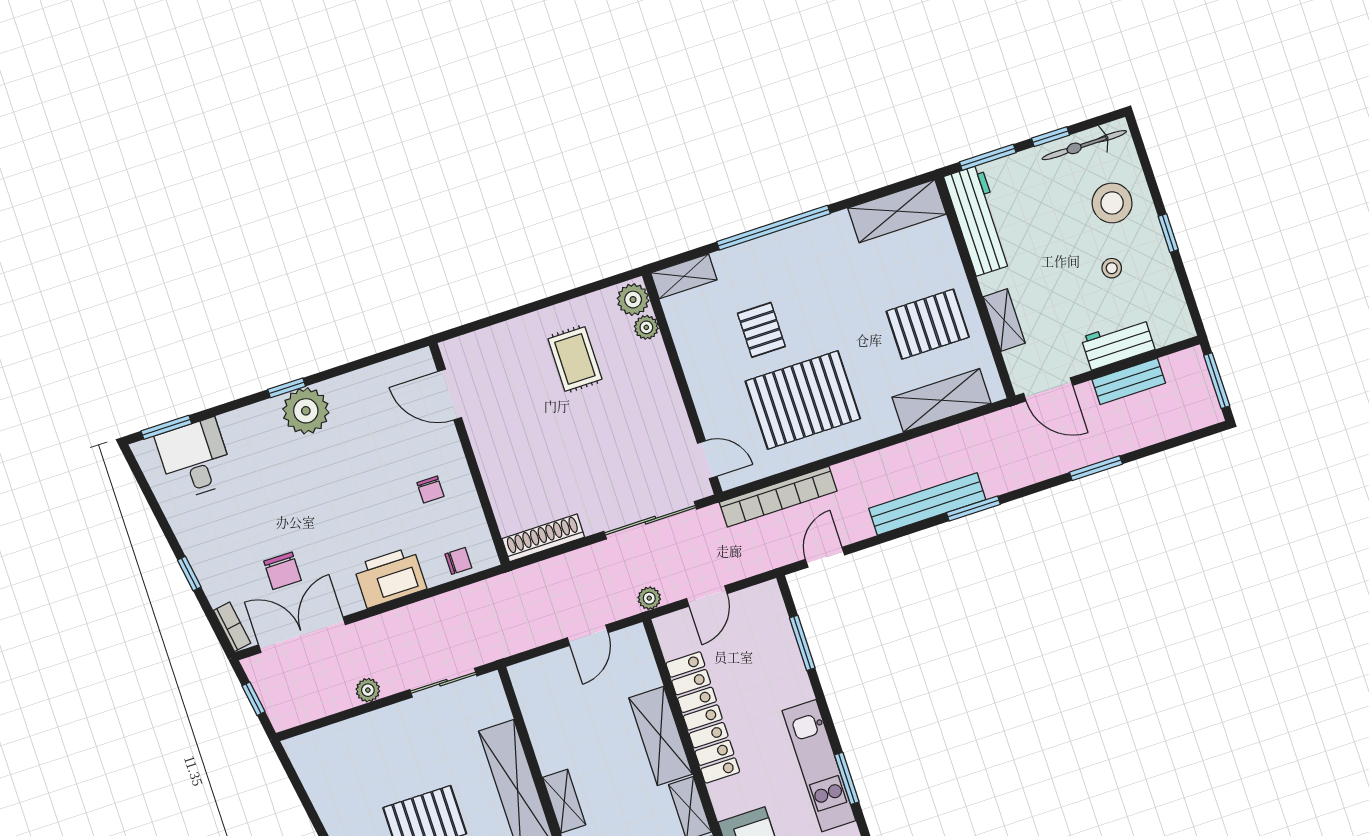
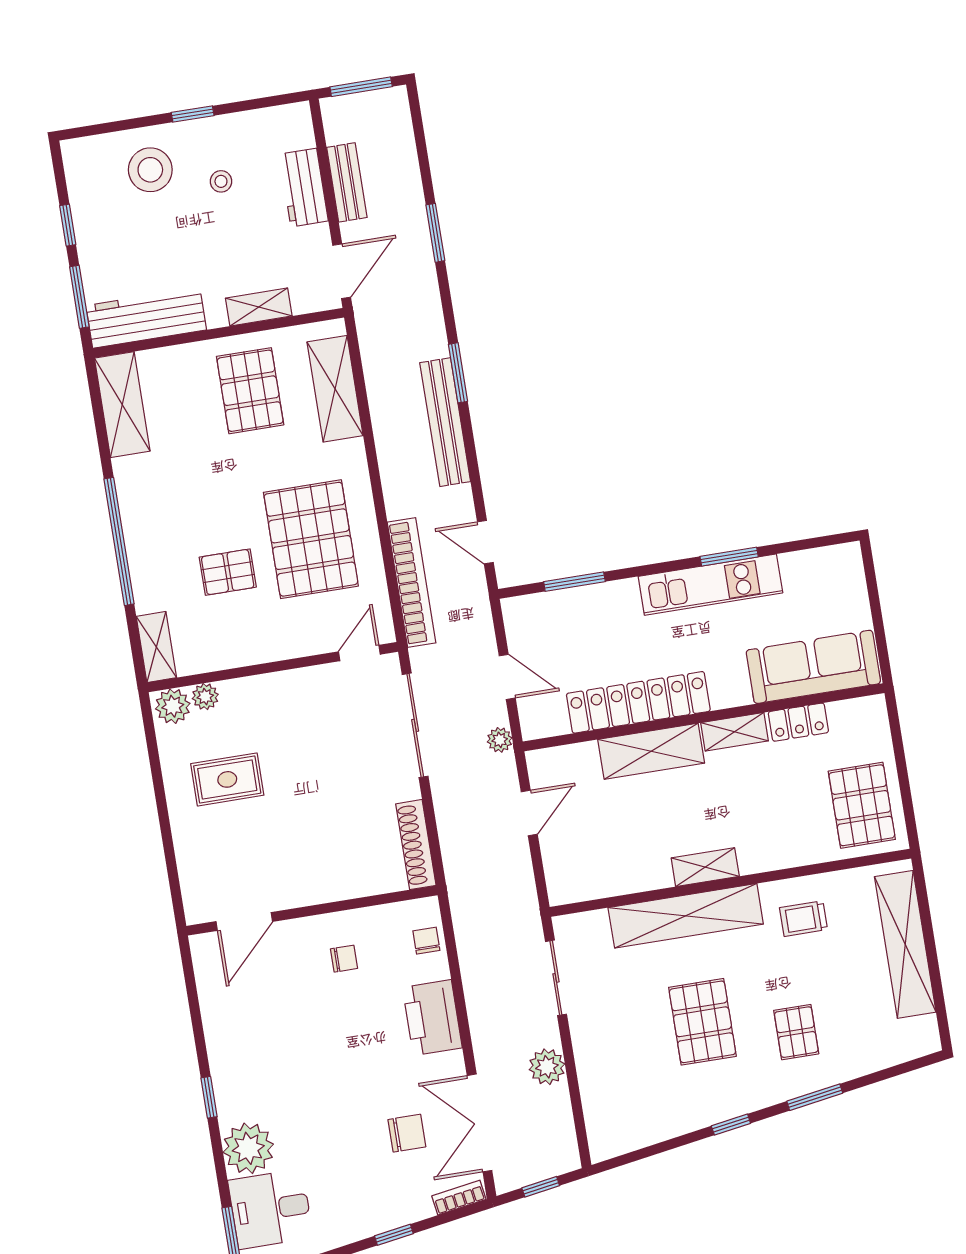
bicycle: (1084, 145) -> (83, 190), removed
plant: (306, 411) -> (248, 1148), moved
door: (588, 635) -> (529, 813), hinge flipped
plant: (368, 690) -> (547, 1067), width x1.38, depth x1.38

